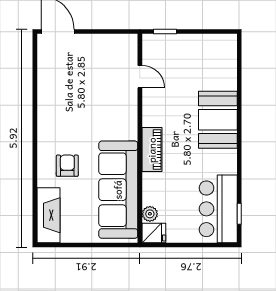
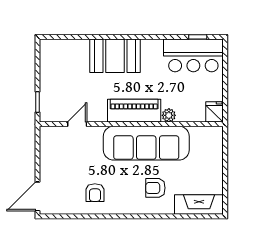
armchair: (62, 97) -> (95, 193), added
piano: (152, 150) -> (134, 111), width x1.37, depth x1.33
sofa: (118, 190) -> (146, 143), moved
plant: (150, 214) -> (169, 115), moved

